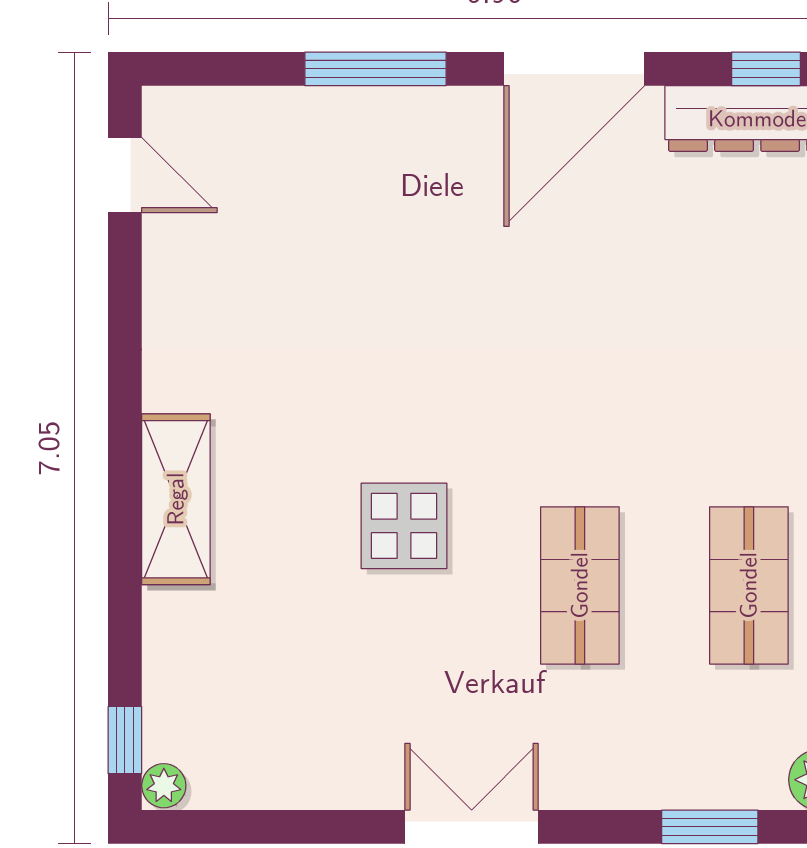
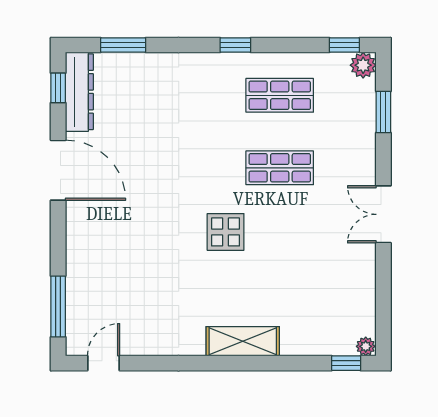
window: (376, 69) -> (58, 307), moved
display table: (404, 526) -> (226, 232), moved

